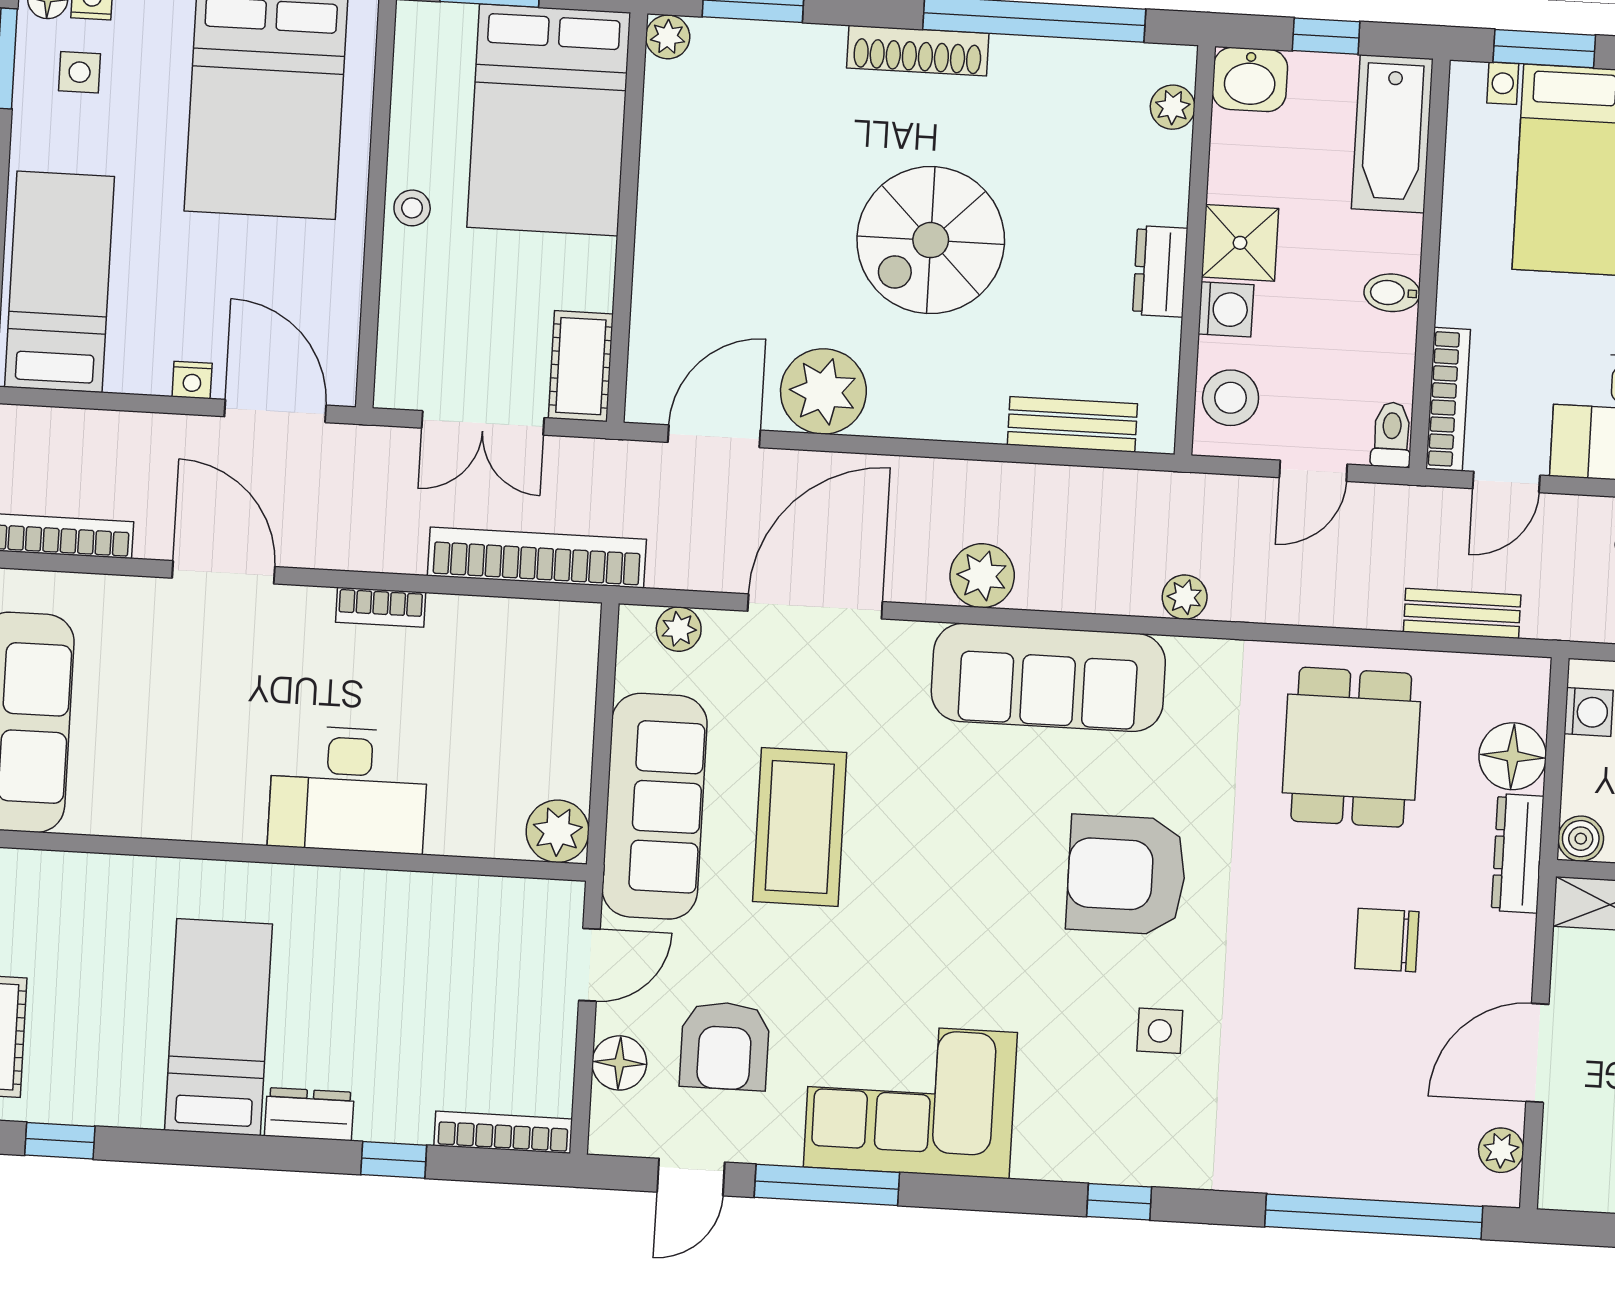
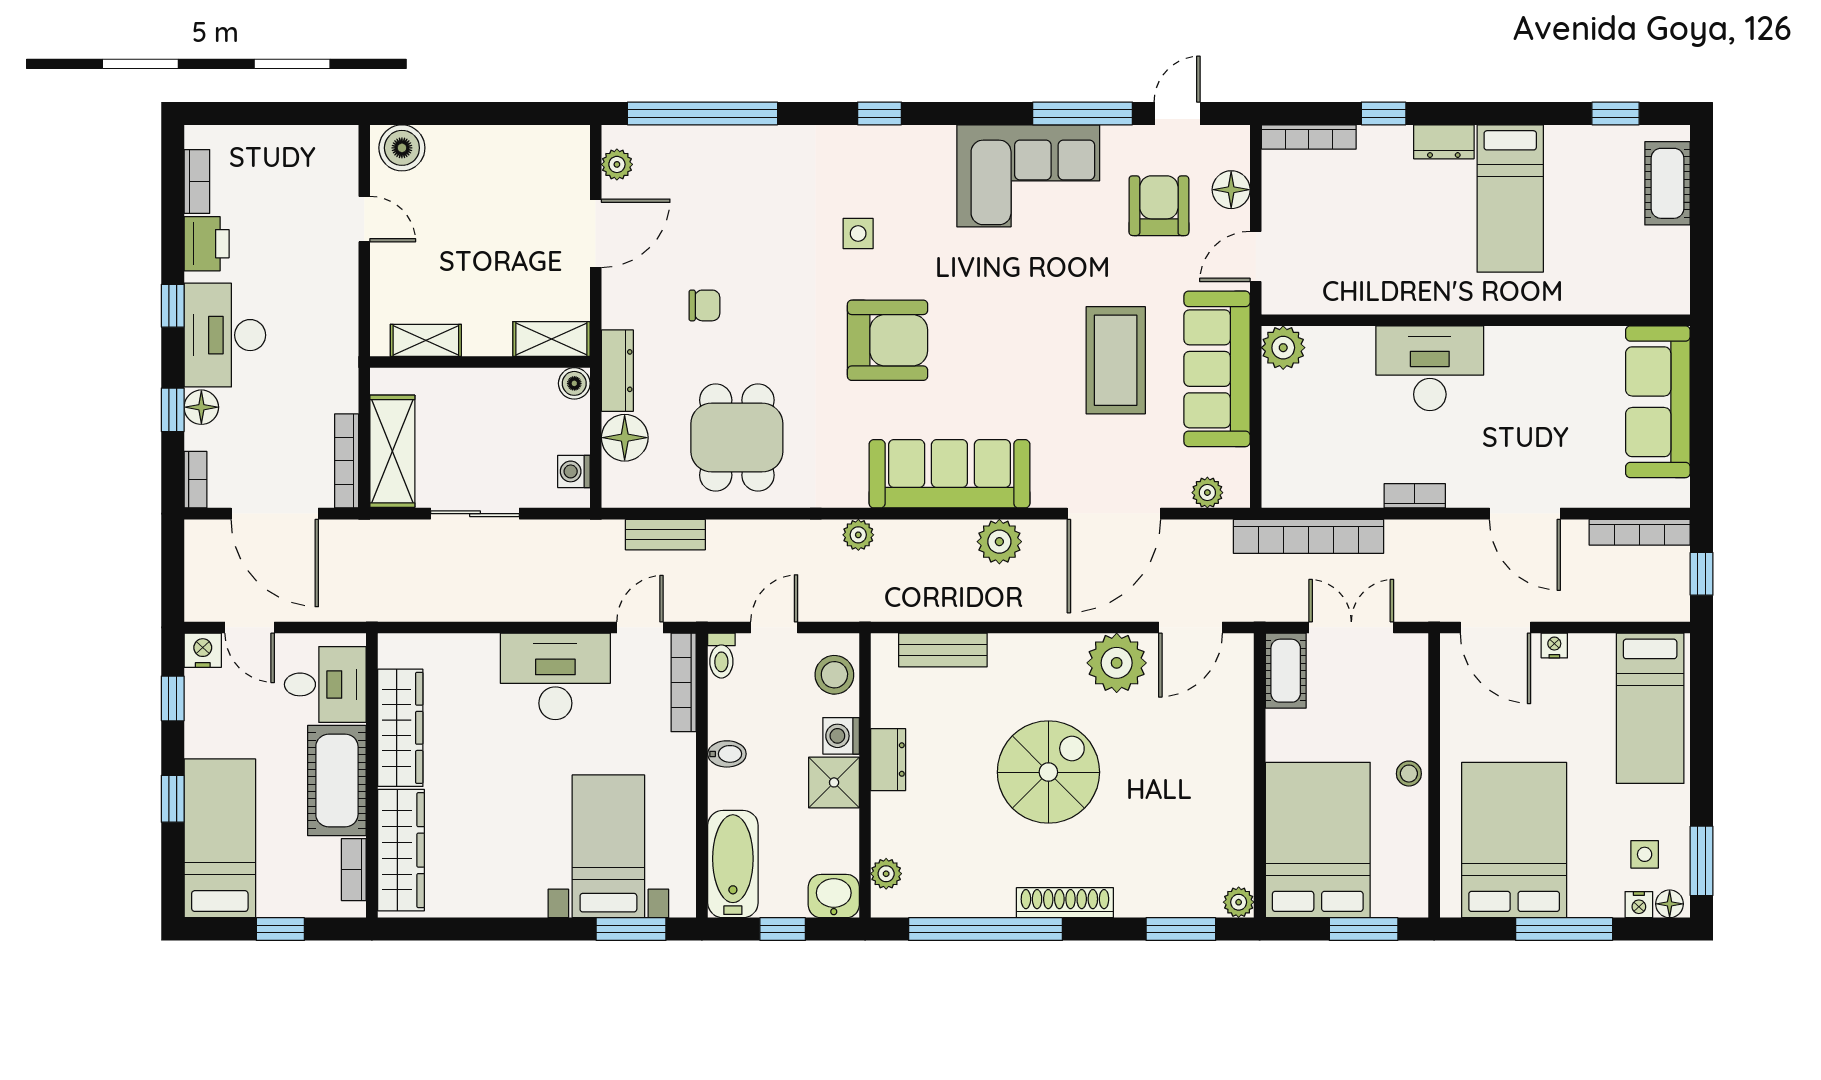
chair: (1387, 940) -> (704, 305), width x0.73, depth x0.73

